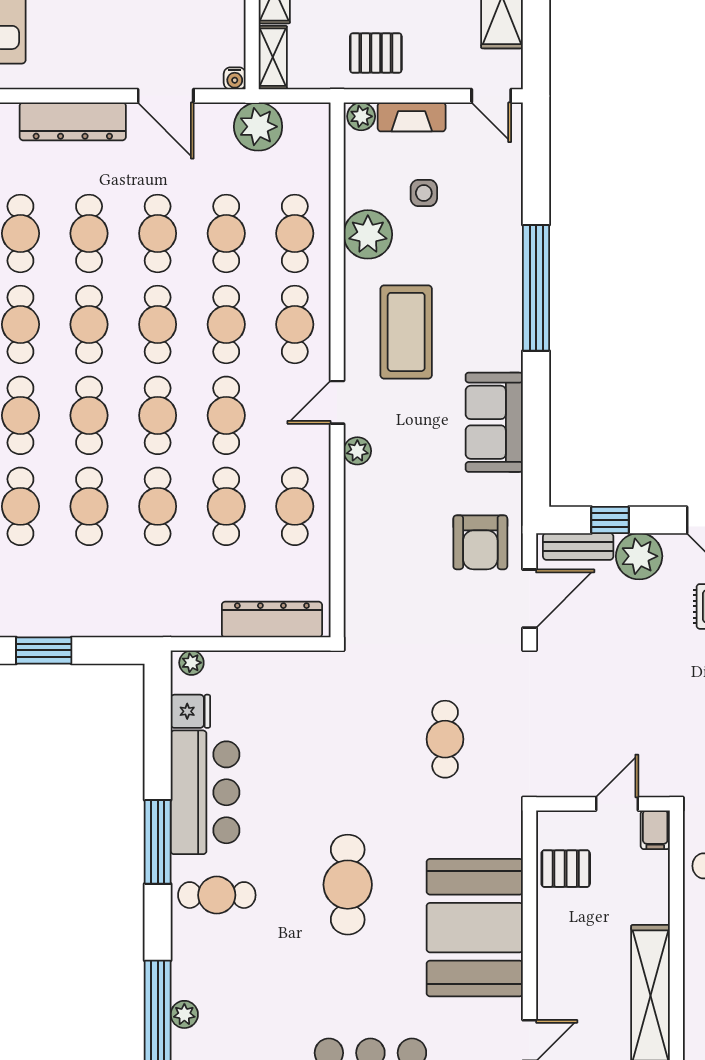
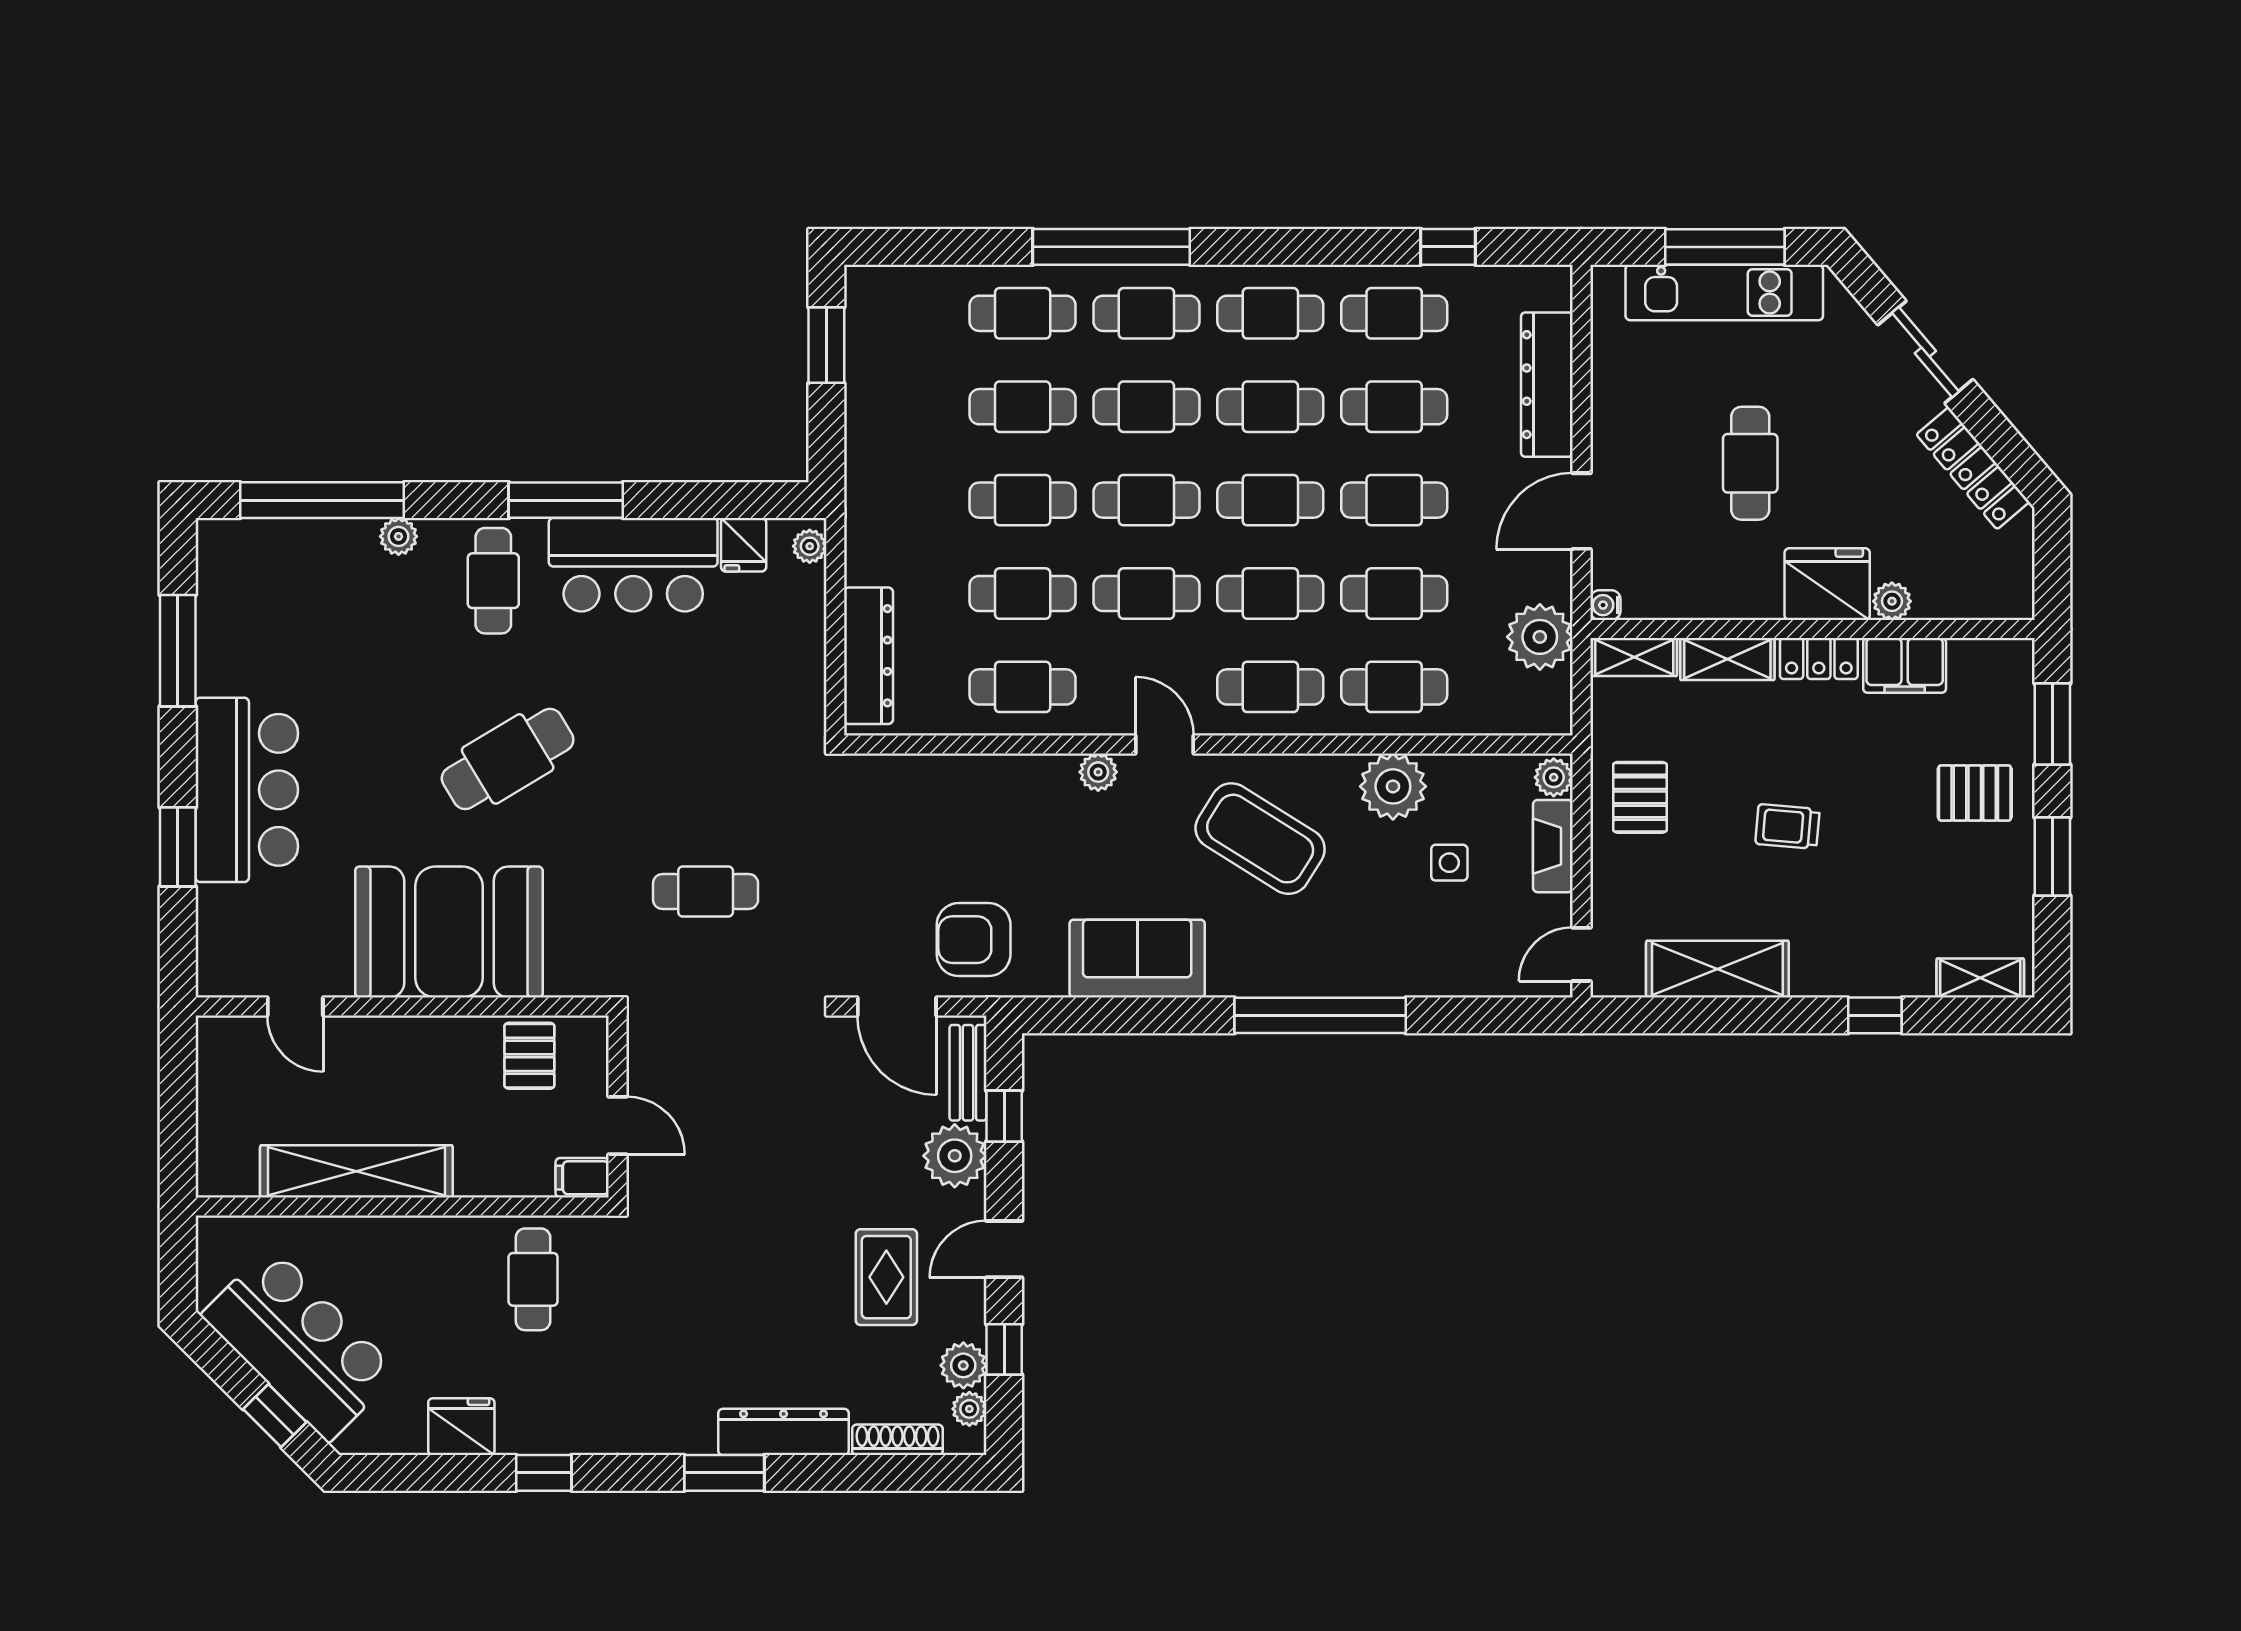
coffee table: (406, 332) -> (1260, 839), turned 32
cafe table: (348, 885) -> (508, 759), turned -31
plant: (184, 1014) -> (399, 536), moved

